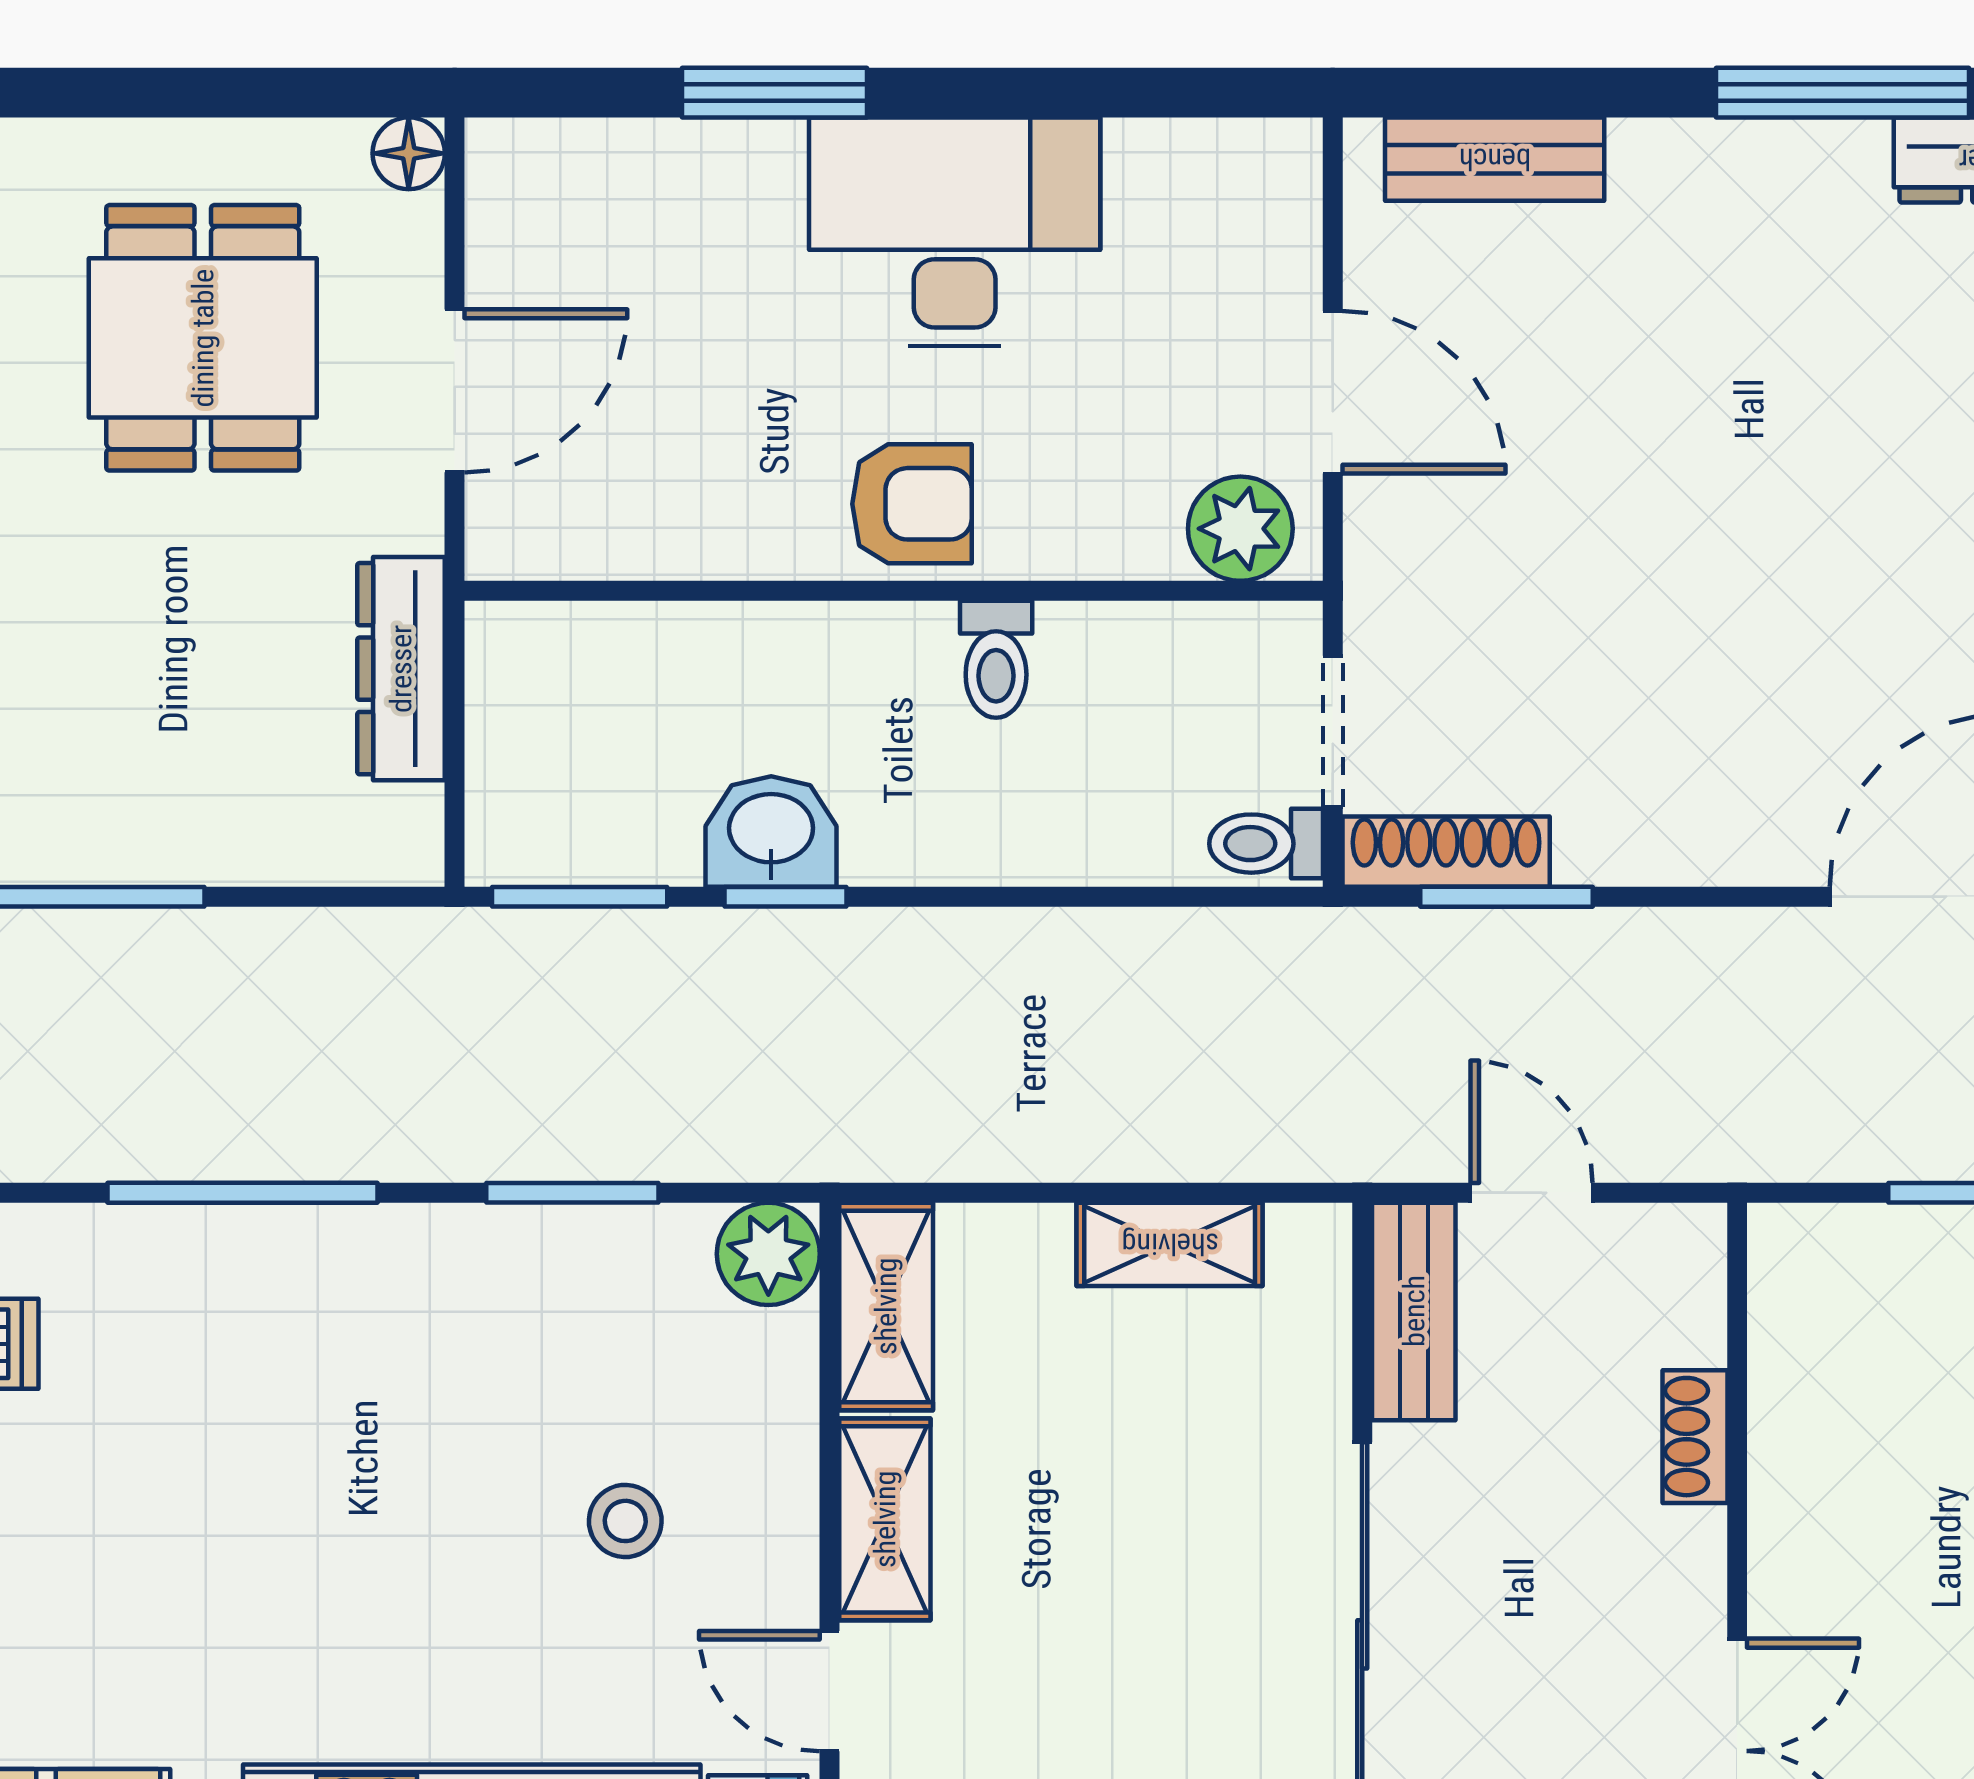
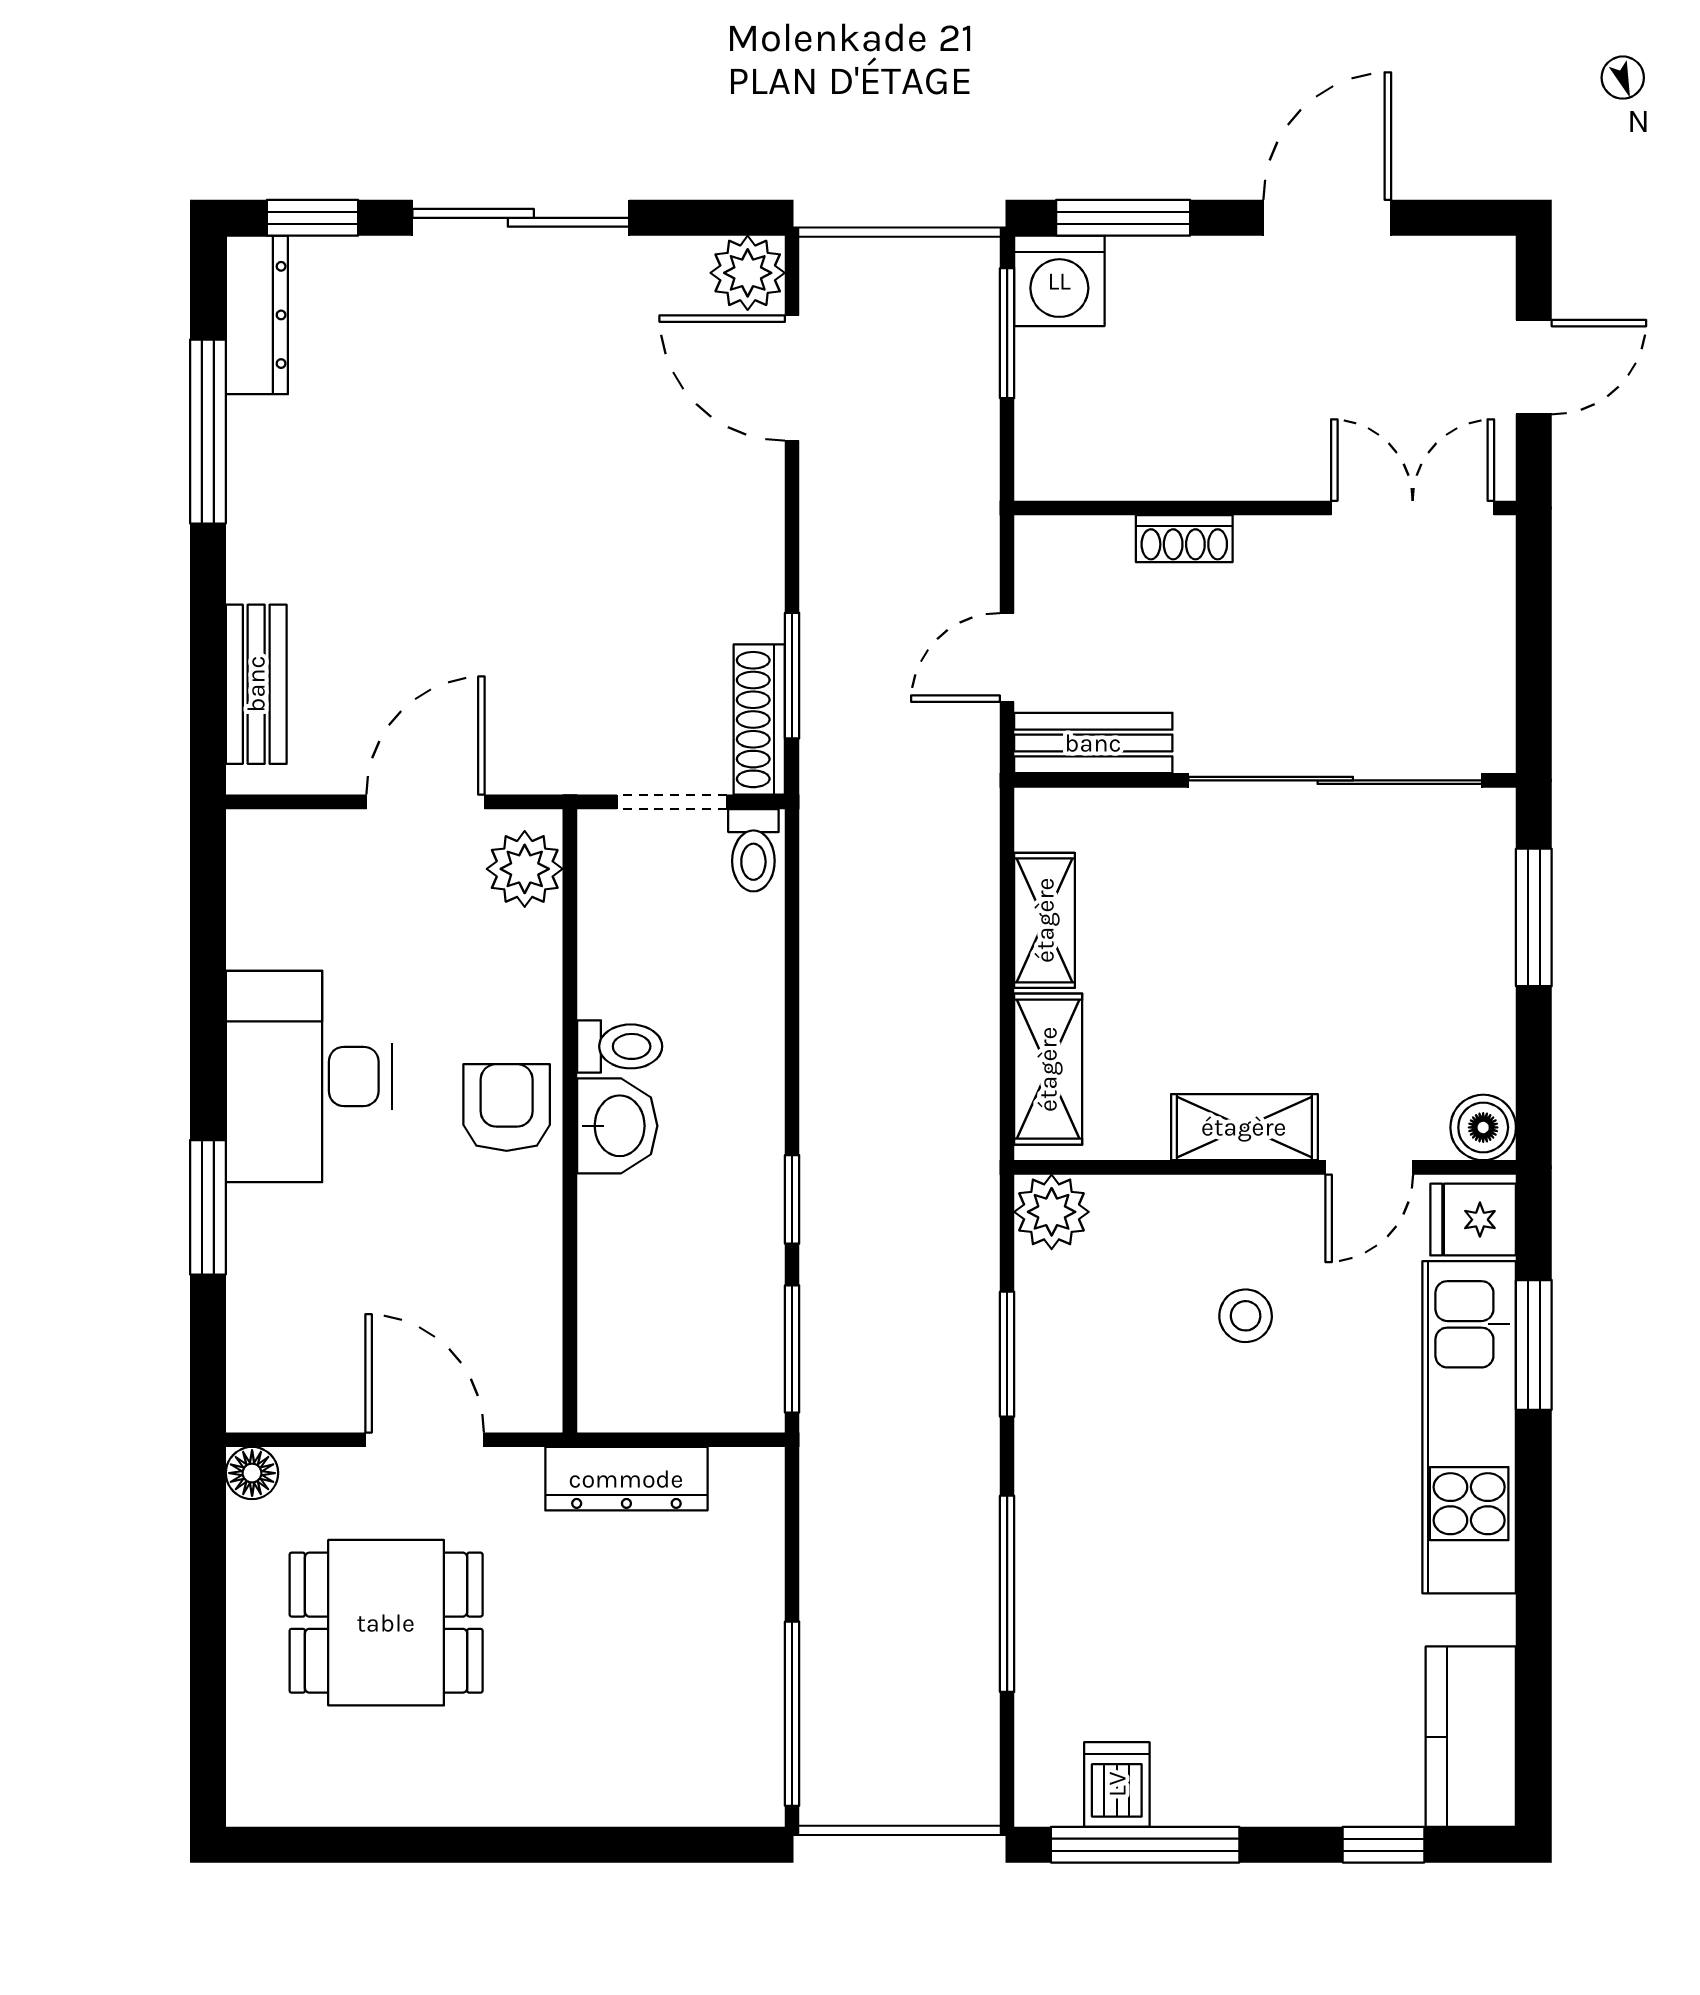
washbasin: (771, 832) -> (617, 1126), moved, turned 180
shelving: (886, 1306) -> (1048, 1069), moved, turned 90

